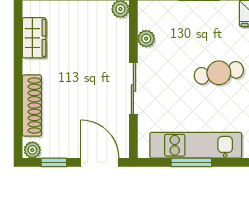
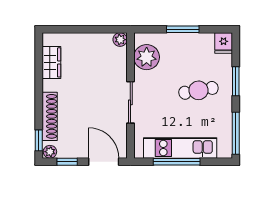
plant: (146, 39) -> (147, 57), width x1.88, depth x1.88
window: (18, 136) -> (39, 140), added
window: (191, 162) -> (177, 162), width x1.44

